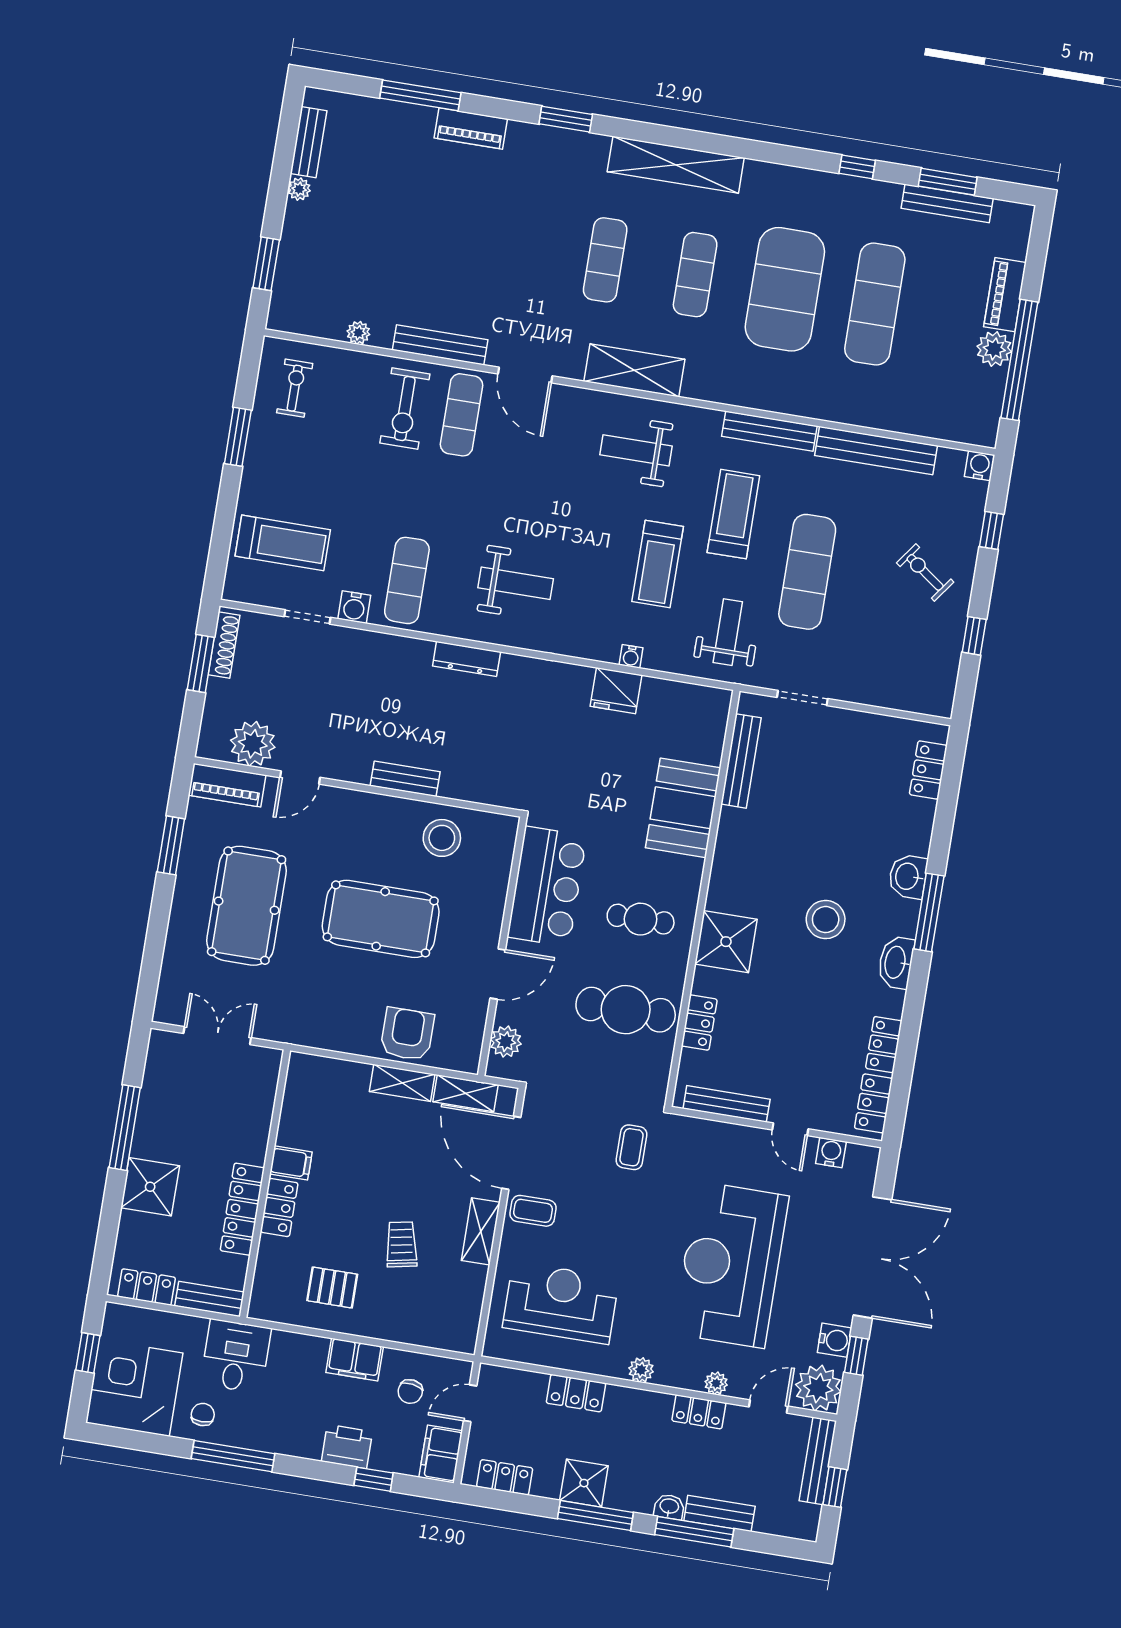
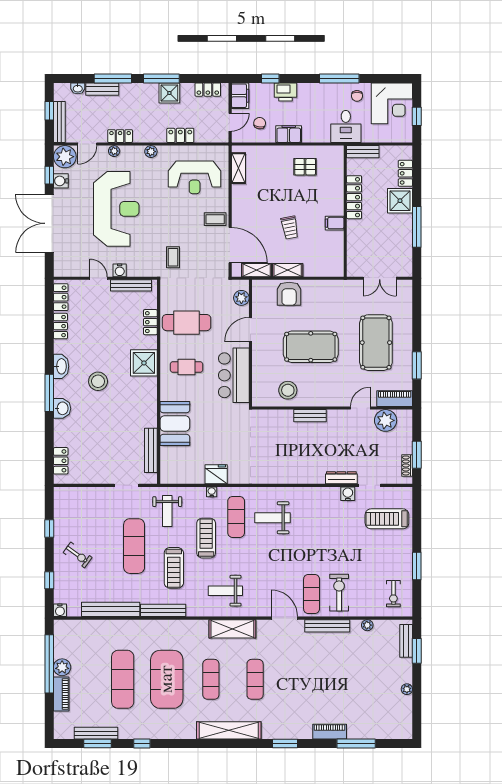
bench: (308, 142) -> (406, 641), moved
weight bench: (636, 450) -> (225, 591), turned 180
exercise mat: (407, 580) -> (236, 517), moved
shoe rack: (224, 645) -> (407, 465), width x0.70
dresser: (467, 659) -> (341, 478), moved
water cooler: (831, 1153) -> (120, 270), moved
locker: (279, 1207) -> (337, 201), removed
shelving: (481, 1231) -> (238, 168), moved
trolley: (402, 1244) -> (290, 228), moved
locker: (146, 1287) -> (405, 173), moved, turned 90
washbasin: (669, 1507) -> (78, 88), moved

